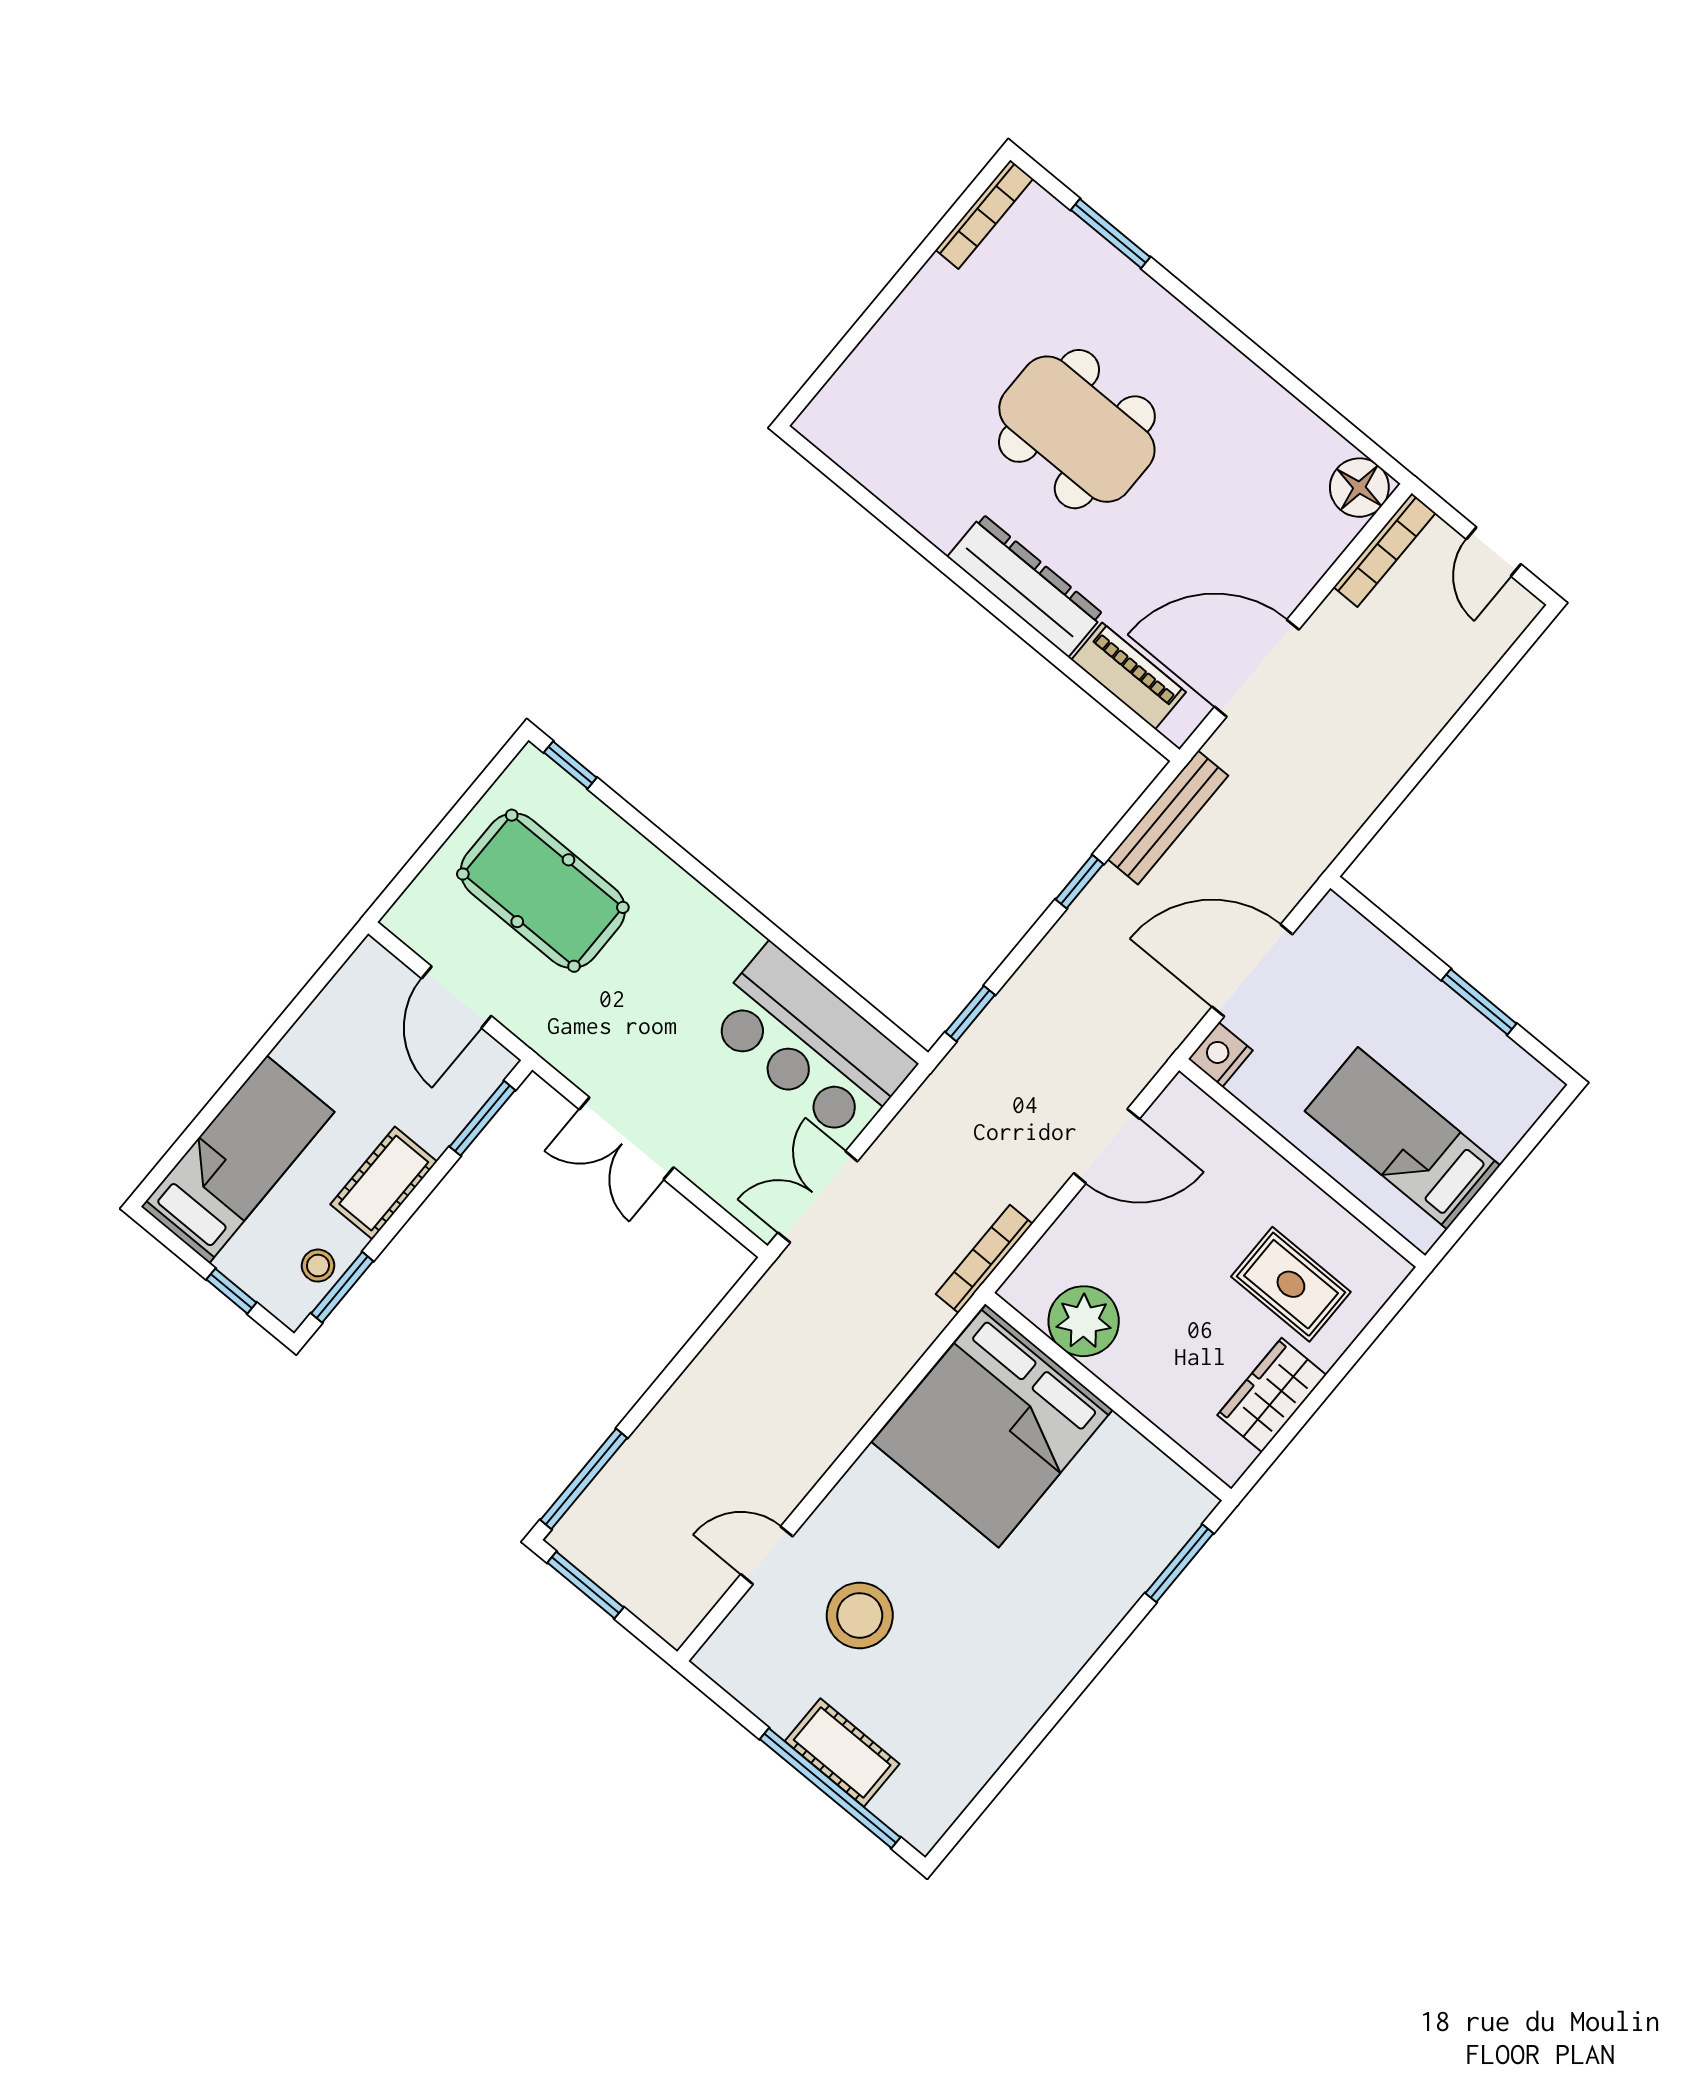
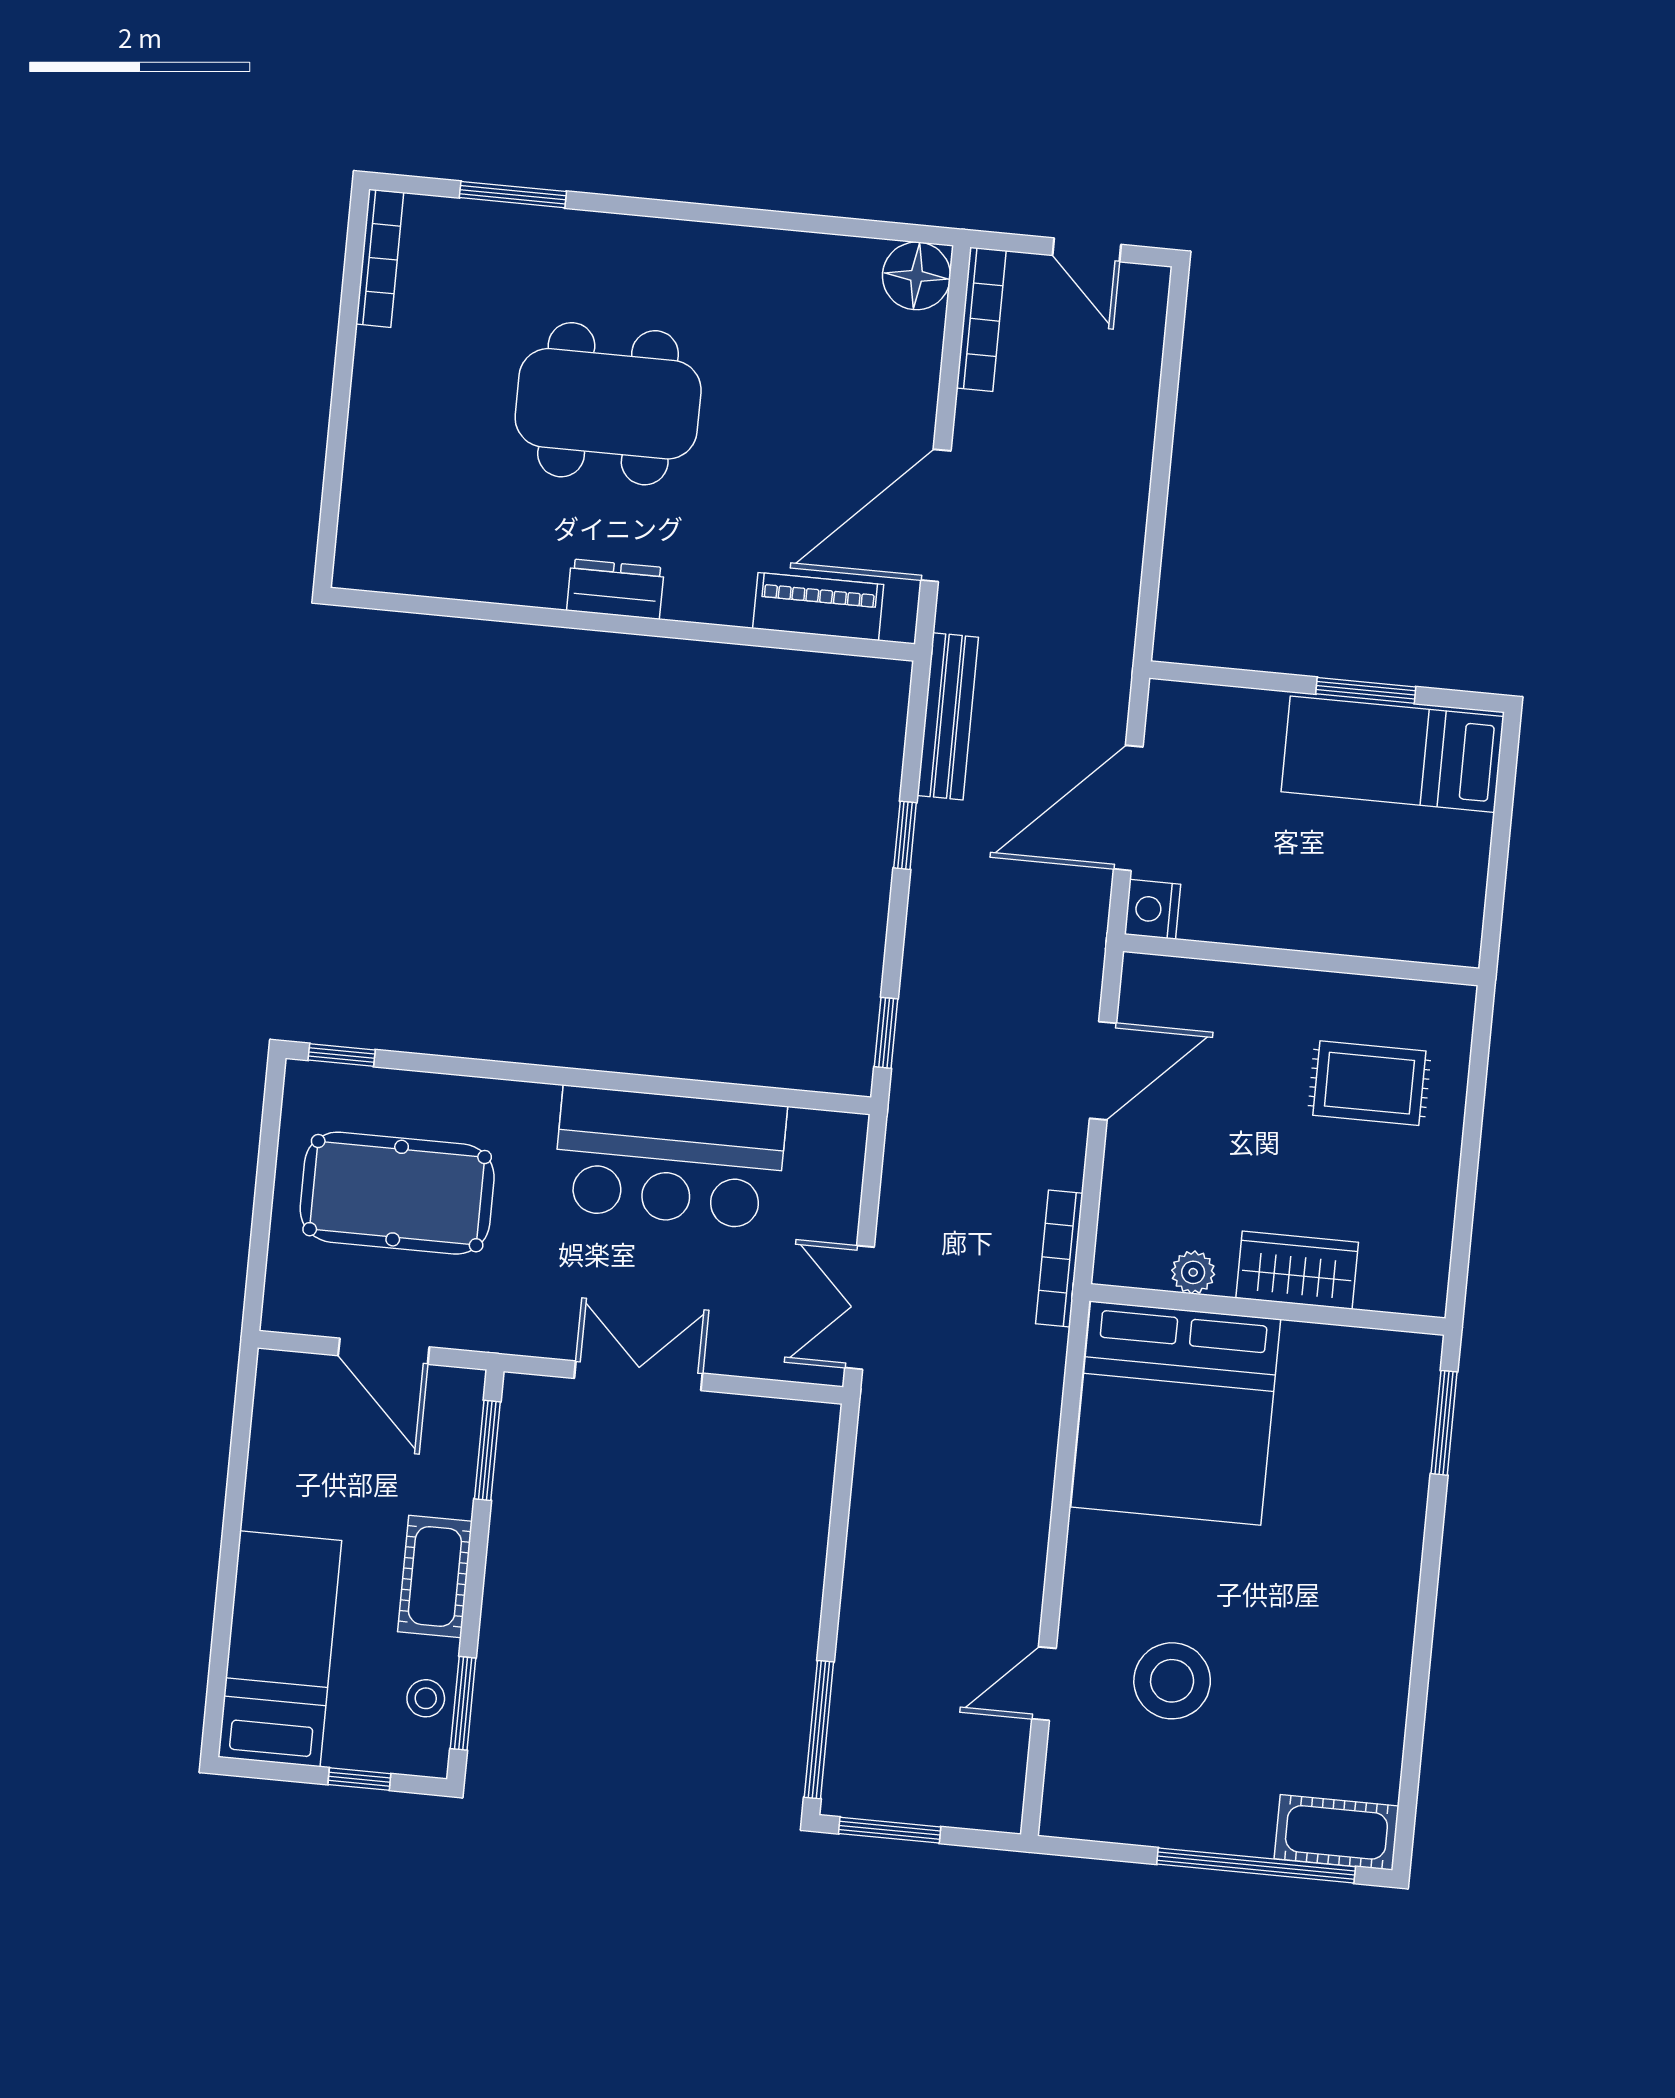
dresser: (1025, 586) -> (615, 589), width x0.51, depth x0.80
bar counter: (810, 1043) -> (669, 1158), moved
double door: (627, 1138) -> (638, 1376), swing flipped
bed: (1403, 1138) -> (1392, 754), moved
plant: (1084, 1321) -> (1193, 1272), width x0.53, depth x0.53
wardrobe: (1272, 1395) -> (1297, 1270), moved, turned 90
cot: (842, 1753) -> (1336, 1832), moved

